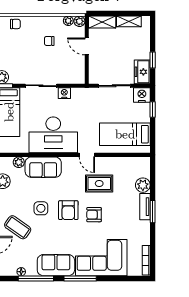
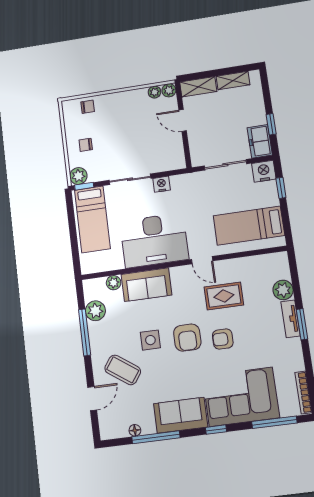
chair: (49, 41) -> (86, 145), moved
window: (80, 278) -> (216, 430), width x0.46
window: (122, 278) -> (274, 422), added

